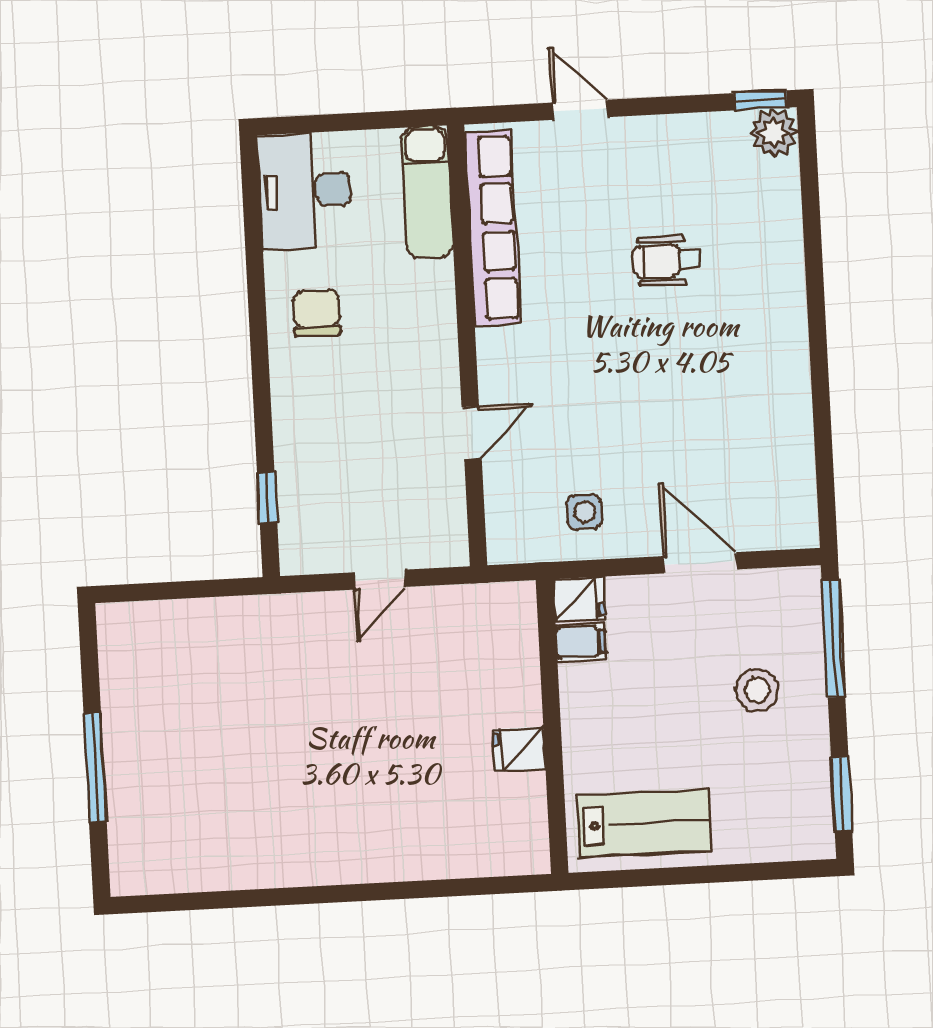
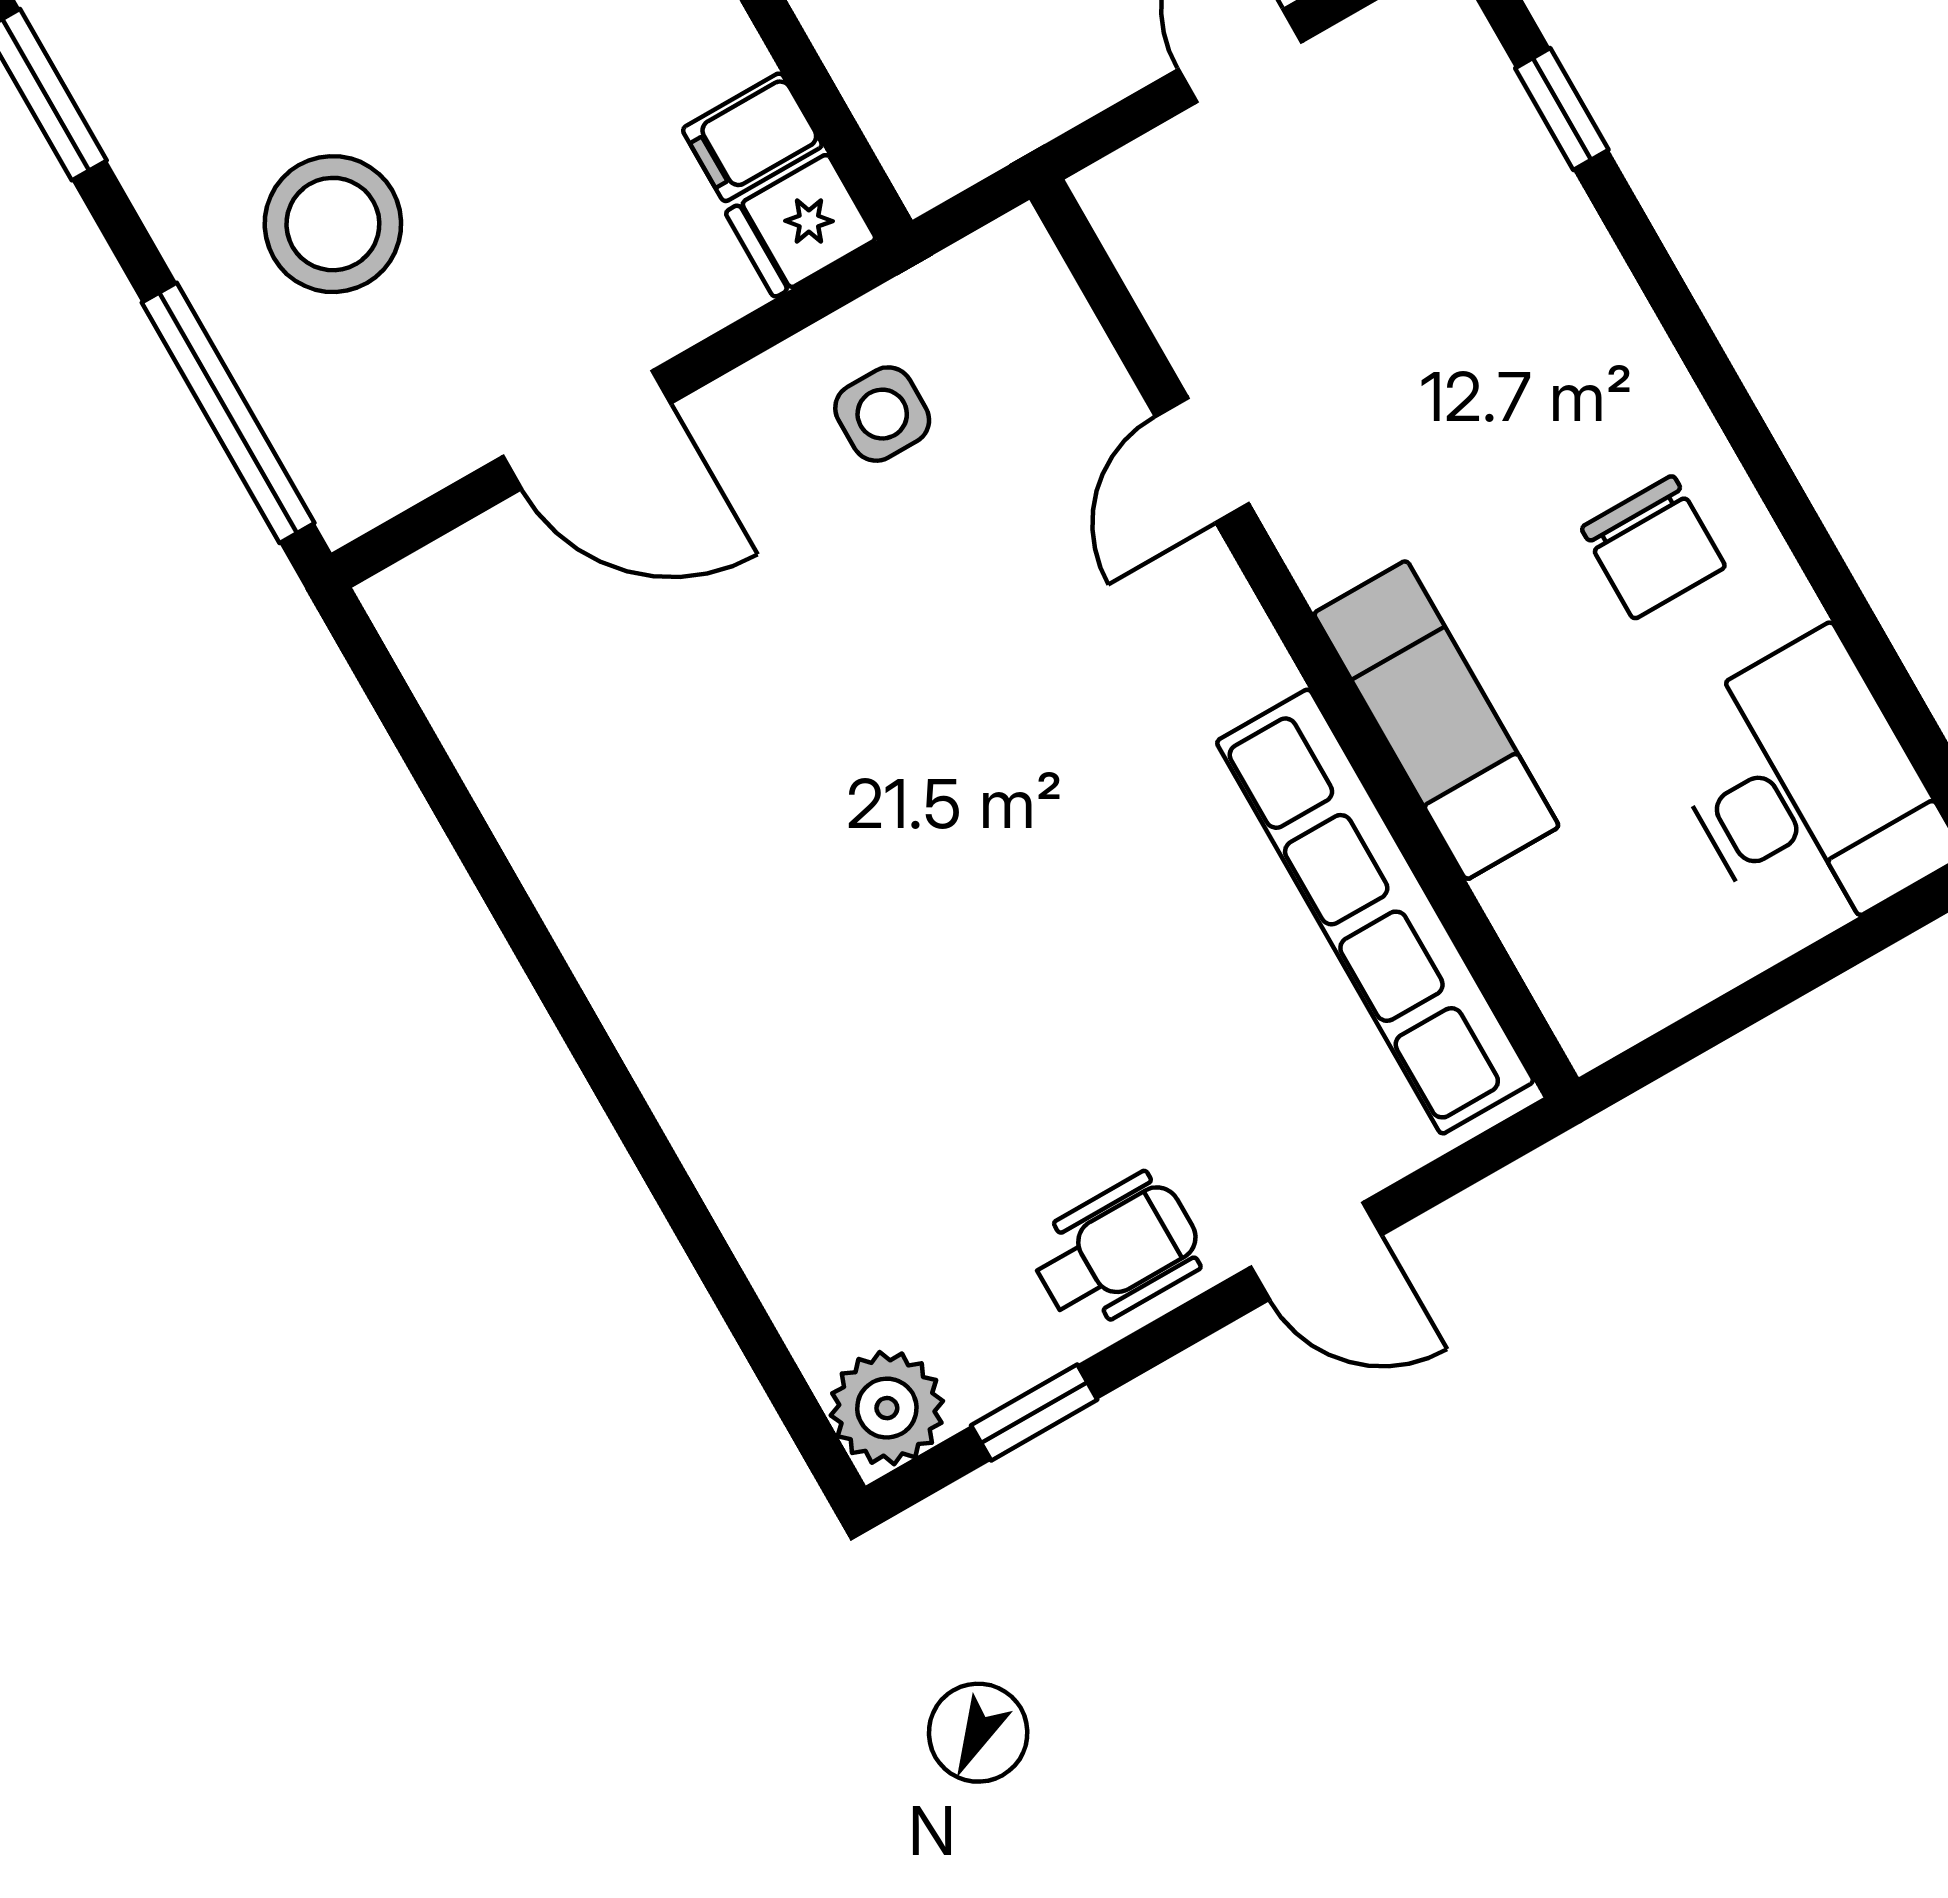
window: (760, 100) -> (1034, 1413), moved
exam couch: (427, 192) -> (1436, 720), moved
wheelchair: (667, 261) -> (1116, 1251), moved
stool: (757, 690) -> (333, 224), width x1.38, depth x1.38

